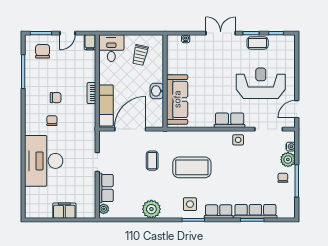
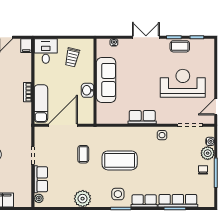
sofa: (177, 99) -> (106, 80), moved
row of seats: (230, 120) -> (142, 117), moved

